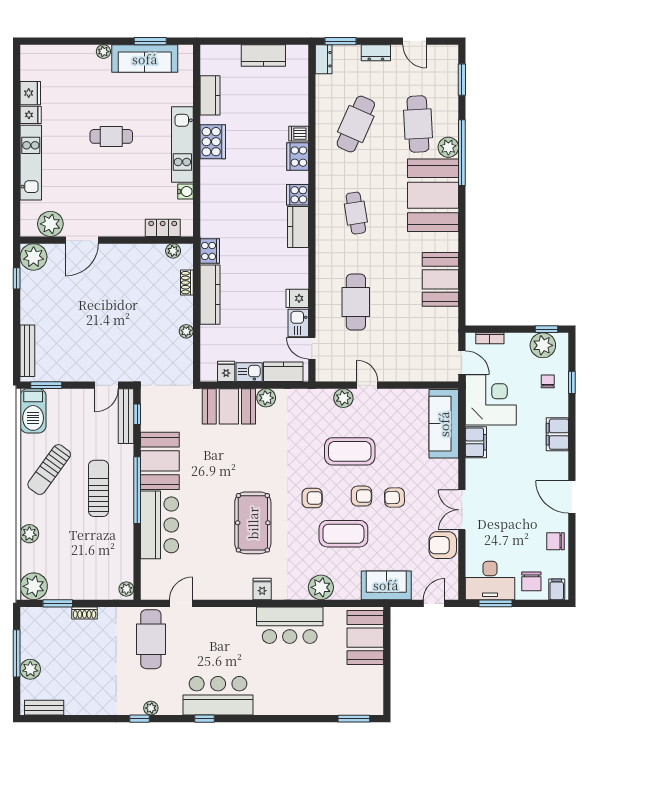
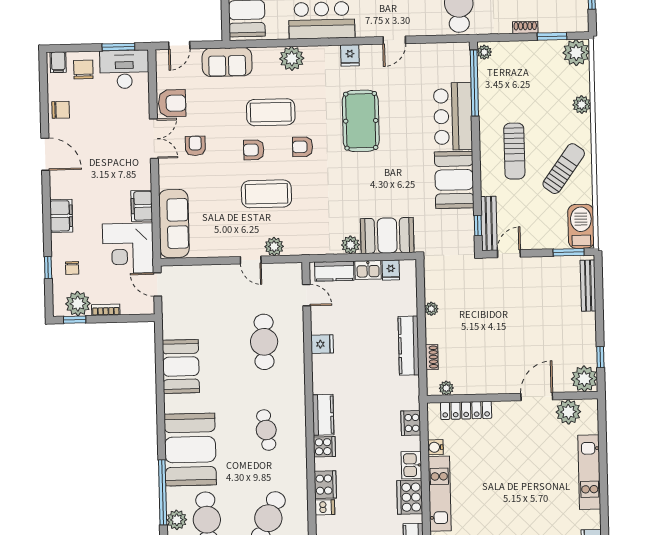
fridge: (31, 115) -> (591, 519), removed
cafe table: (111, 136) -> (510, 500), removed
plant: (448, 147) -> (177, 520), moved
locker: (163, 228) -> (466, 410), width x1.53
cooker: (210, 251) -> (411, 423), moved
kitchen sink: (298, 323) -> (411, 465), moved, turned 180
bookcase: (490, 338) -> (106, 310), moved
window: (137, 490) -> (474, 83), moved
armchair: (395, 498) -> (195, 146), moved, turned -88
door: (181, 603) -> (394, 40), moved

